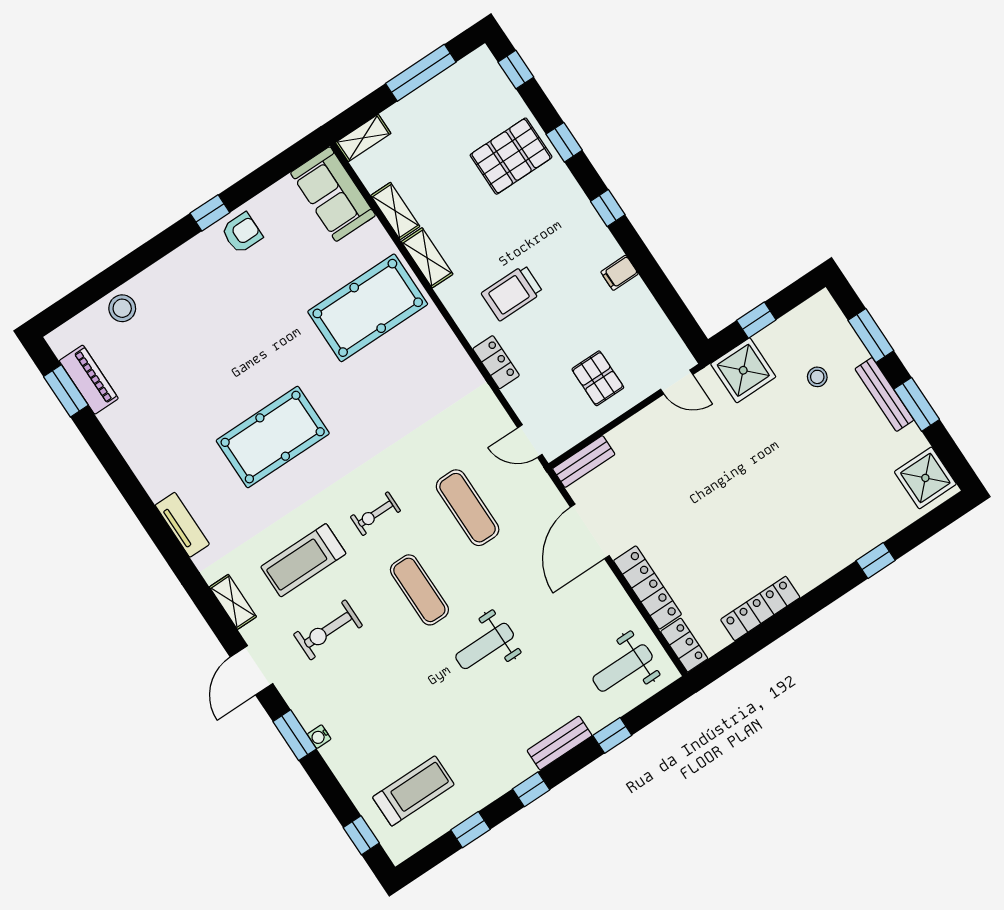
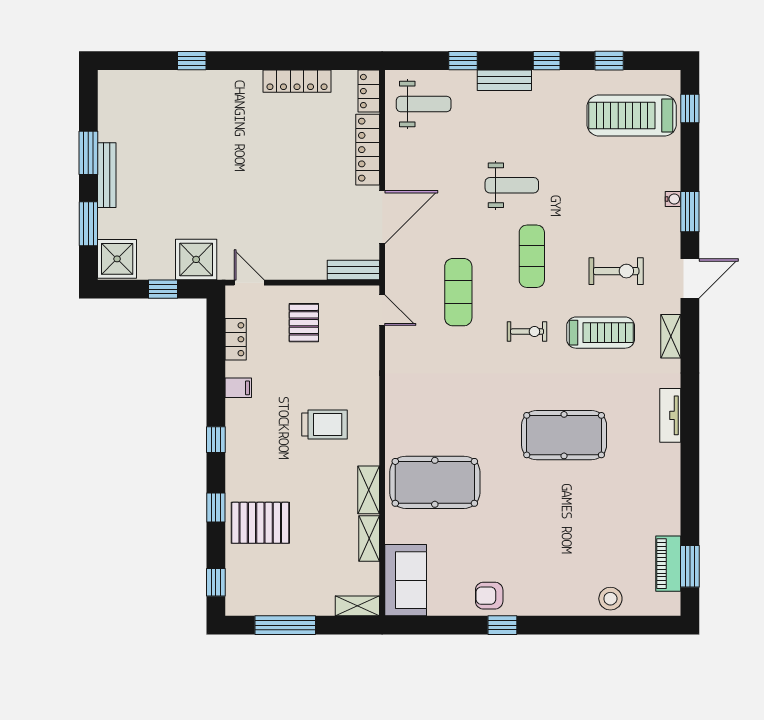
locker: (496, 362) -> (236, 339), moved, turned 180
stool: (817, 377) -> (146, 220), removed
shower: (925, 478) -> (117, 259), moved
treadmill: (413, 791) -> (632, 115), width x1.37, depth x1.38

